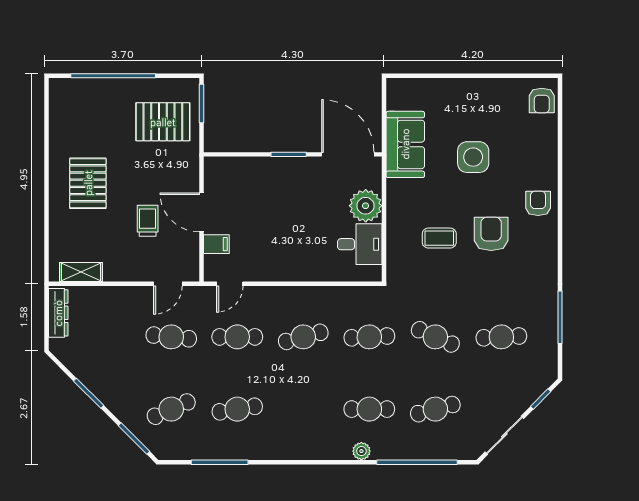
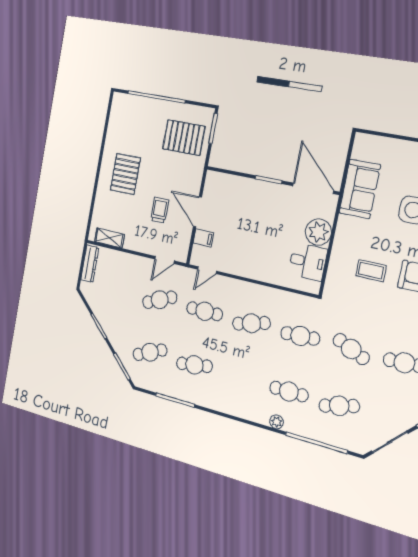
cafe table: (171, 337) -> (160, 300), turned -30

